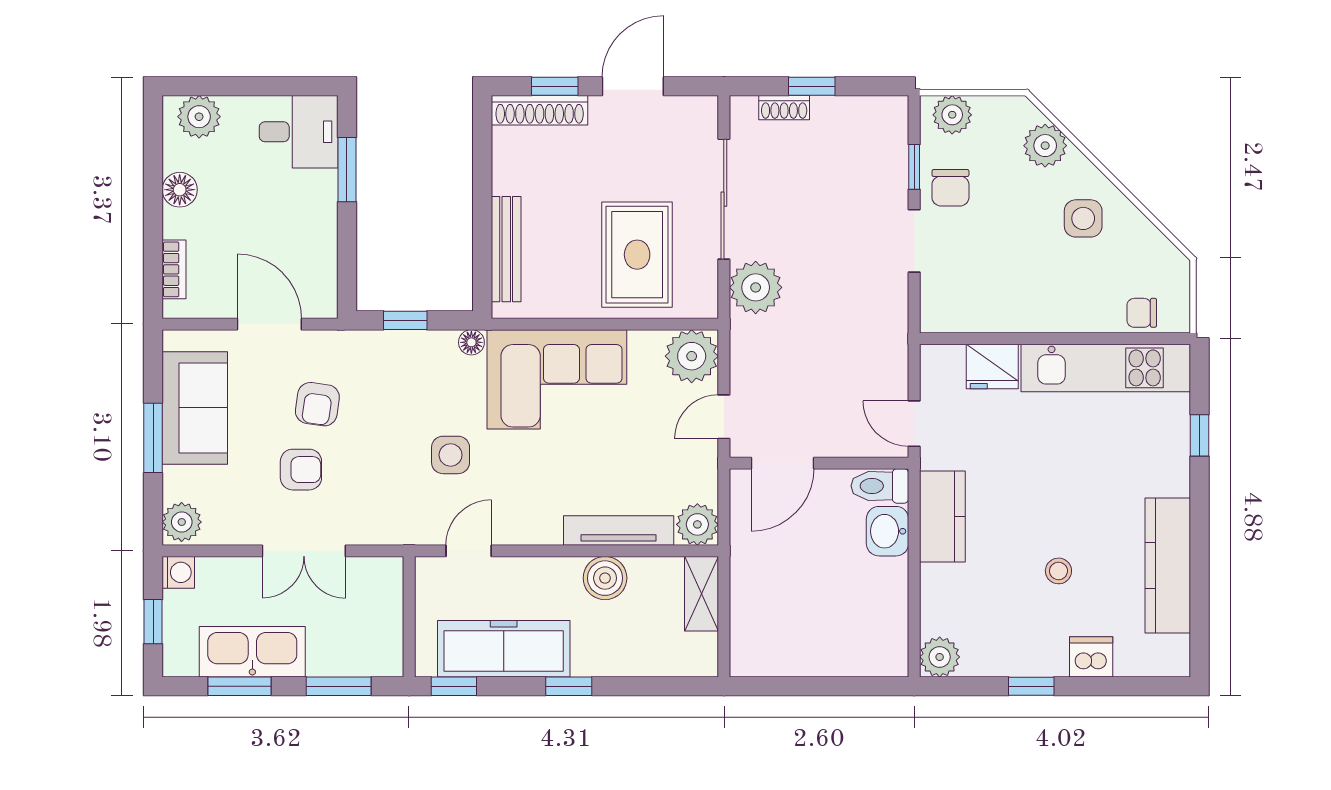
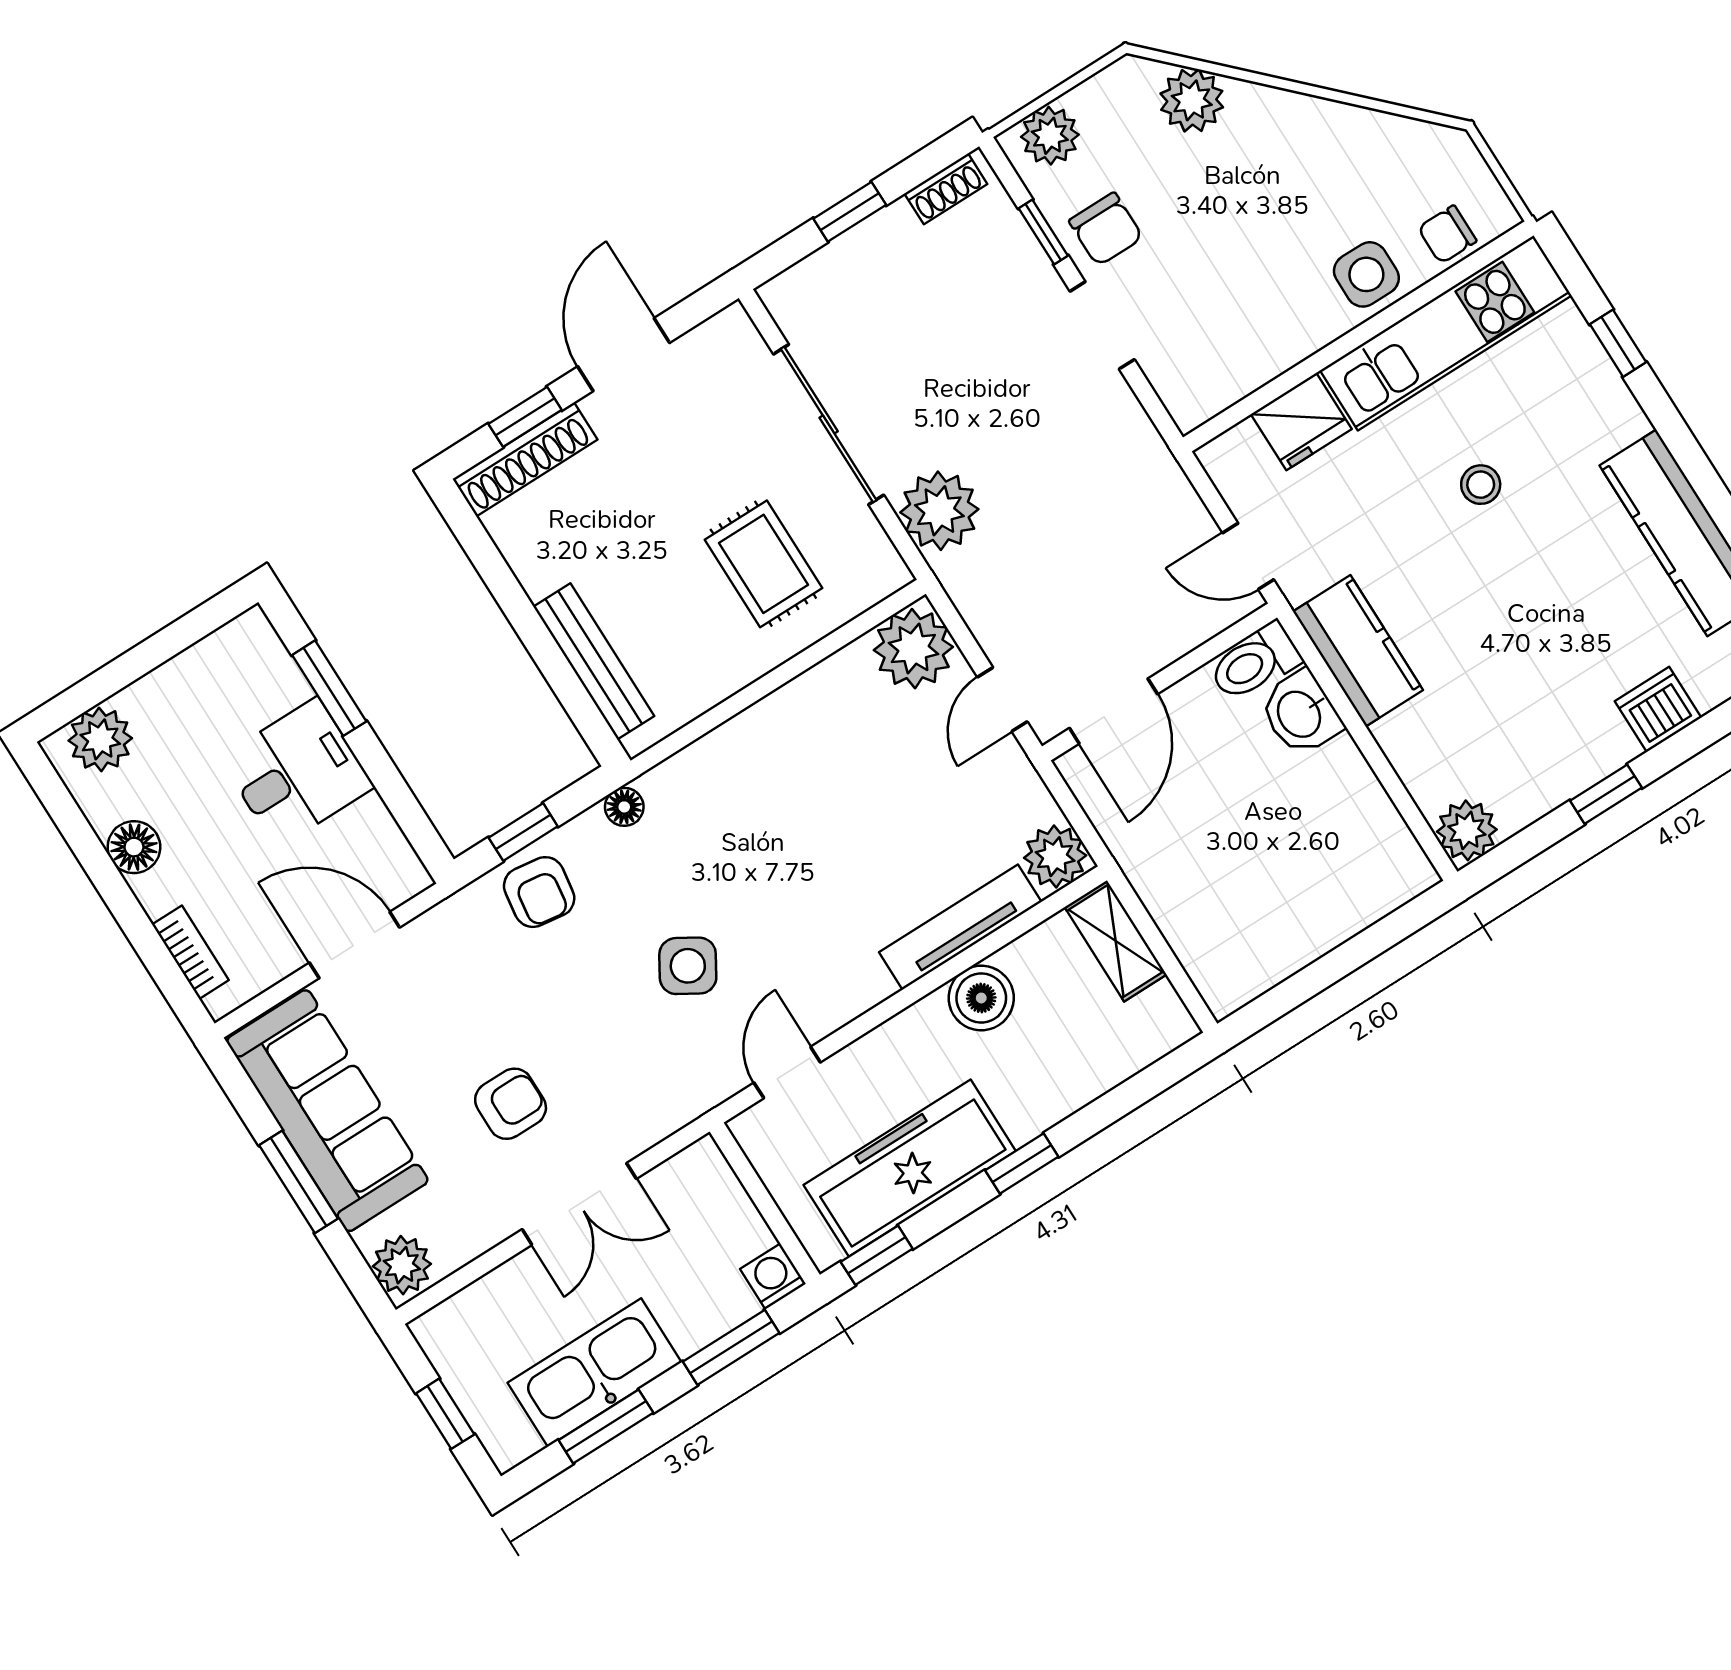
shoe rack: (784, 108) -> (946, 189), moved
desk: (299, 132) -> (297, 773), moved
side table: (1083, 218) -> (1366, 274), moved
rug: (637, 255) -> (763, 564), width x0.73, depth x0.70
corner sofa: (557, 379) -> (762, 785), removed
armchair: (317, 404) -> (539, 892), moved
sofa: (195, 408) -> (327, 1111), width x1.36
side table: (451, 455) -> (688, 966), turned 31
stool: (1058, 571) -> (1481, 485), moved
washing machine: (178, 572) -> (773, 1276), moved, turned -90

